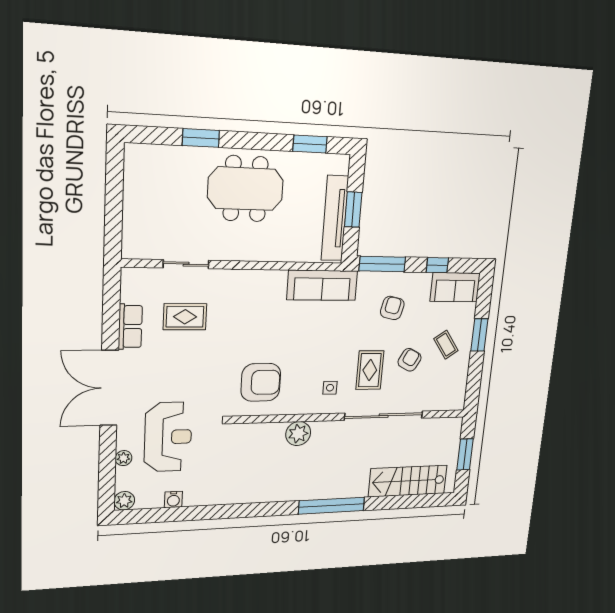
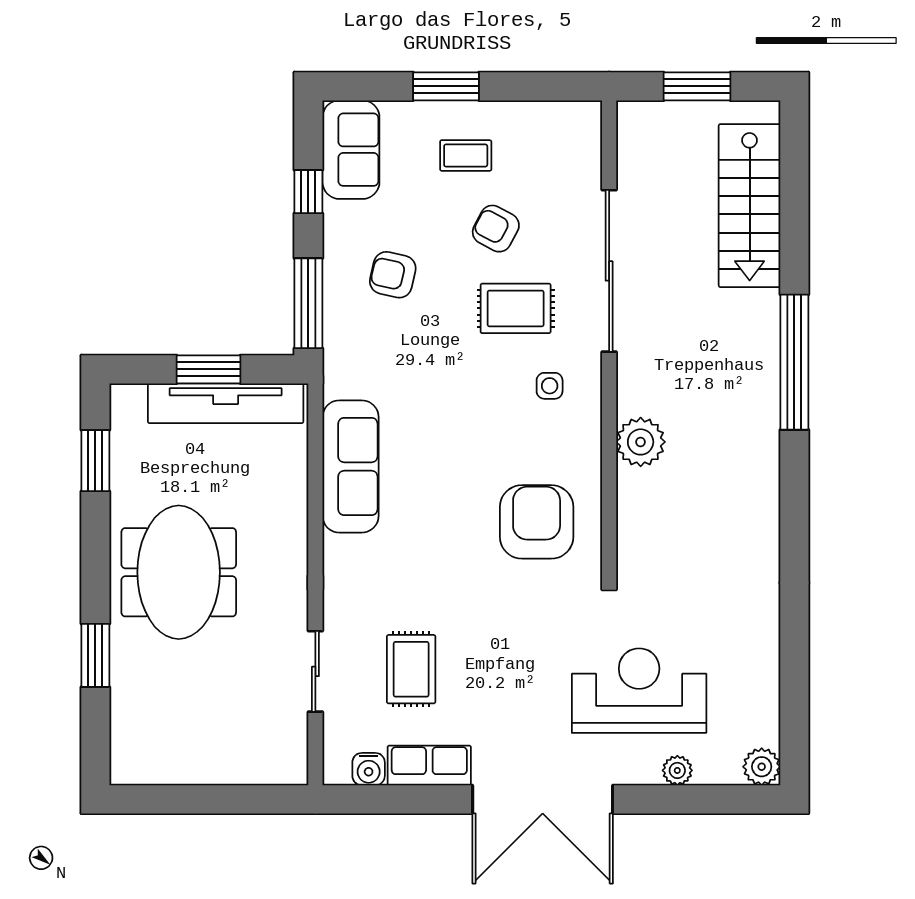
sofa: (322, 285) -> (351, 466), moved
coffee table: (446, 345) -> (466, 155), turned 35
water cooler: (173, 499) -> (369, 769), moved, turned 90

